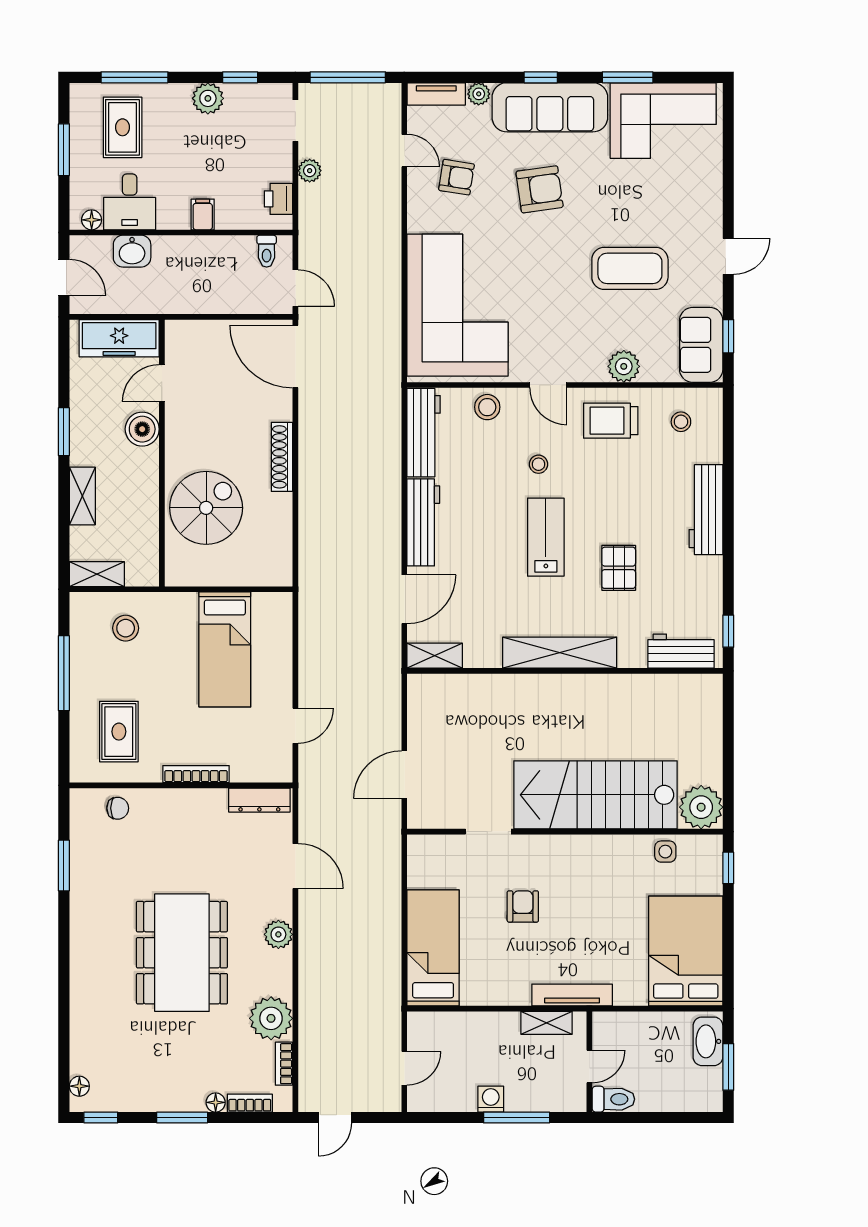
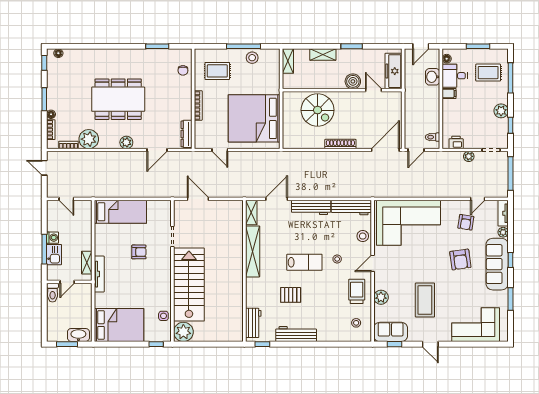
corner sofa: (663, 121) -> (476, 325), moved, turned 90
filing cabinet: (203, 214) -> (449, 93), moved
workbench: (706, 510) -> (296, 334), moved
door: (404, 599) -> (277, 199), swing flipped
stool: (126, 628) -> (252, 58), moved
bed: (225, 649) -> (254, 118), width x2.04
shelving: (560, 653) -> (253, 251), moved
door: (589, 1067) -> (67, 282), hinge flipped
kitchen sink: (529, 1096) -> (54, 255), added

